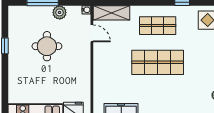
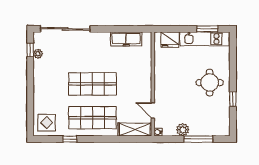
shop shelf: (158, 26) -> (92, 118), width x1.43, depth x1.36
round table: (47, 46) -> (210, 83), moved

